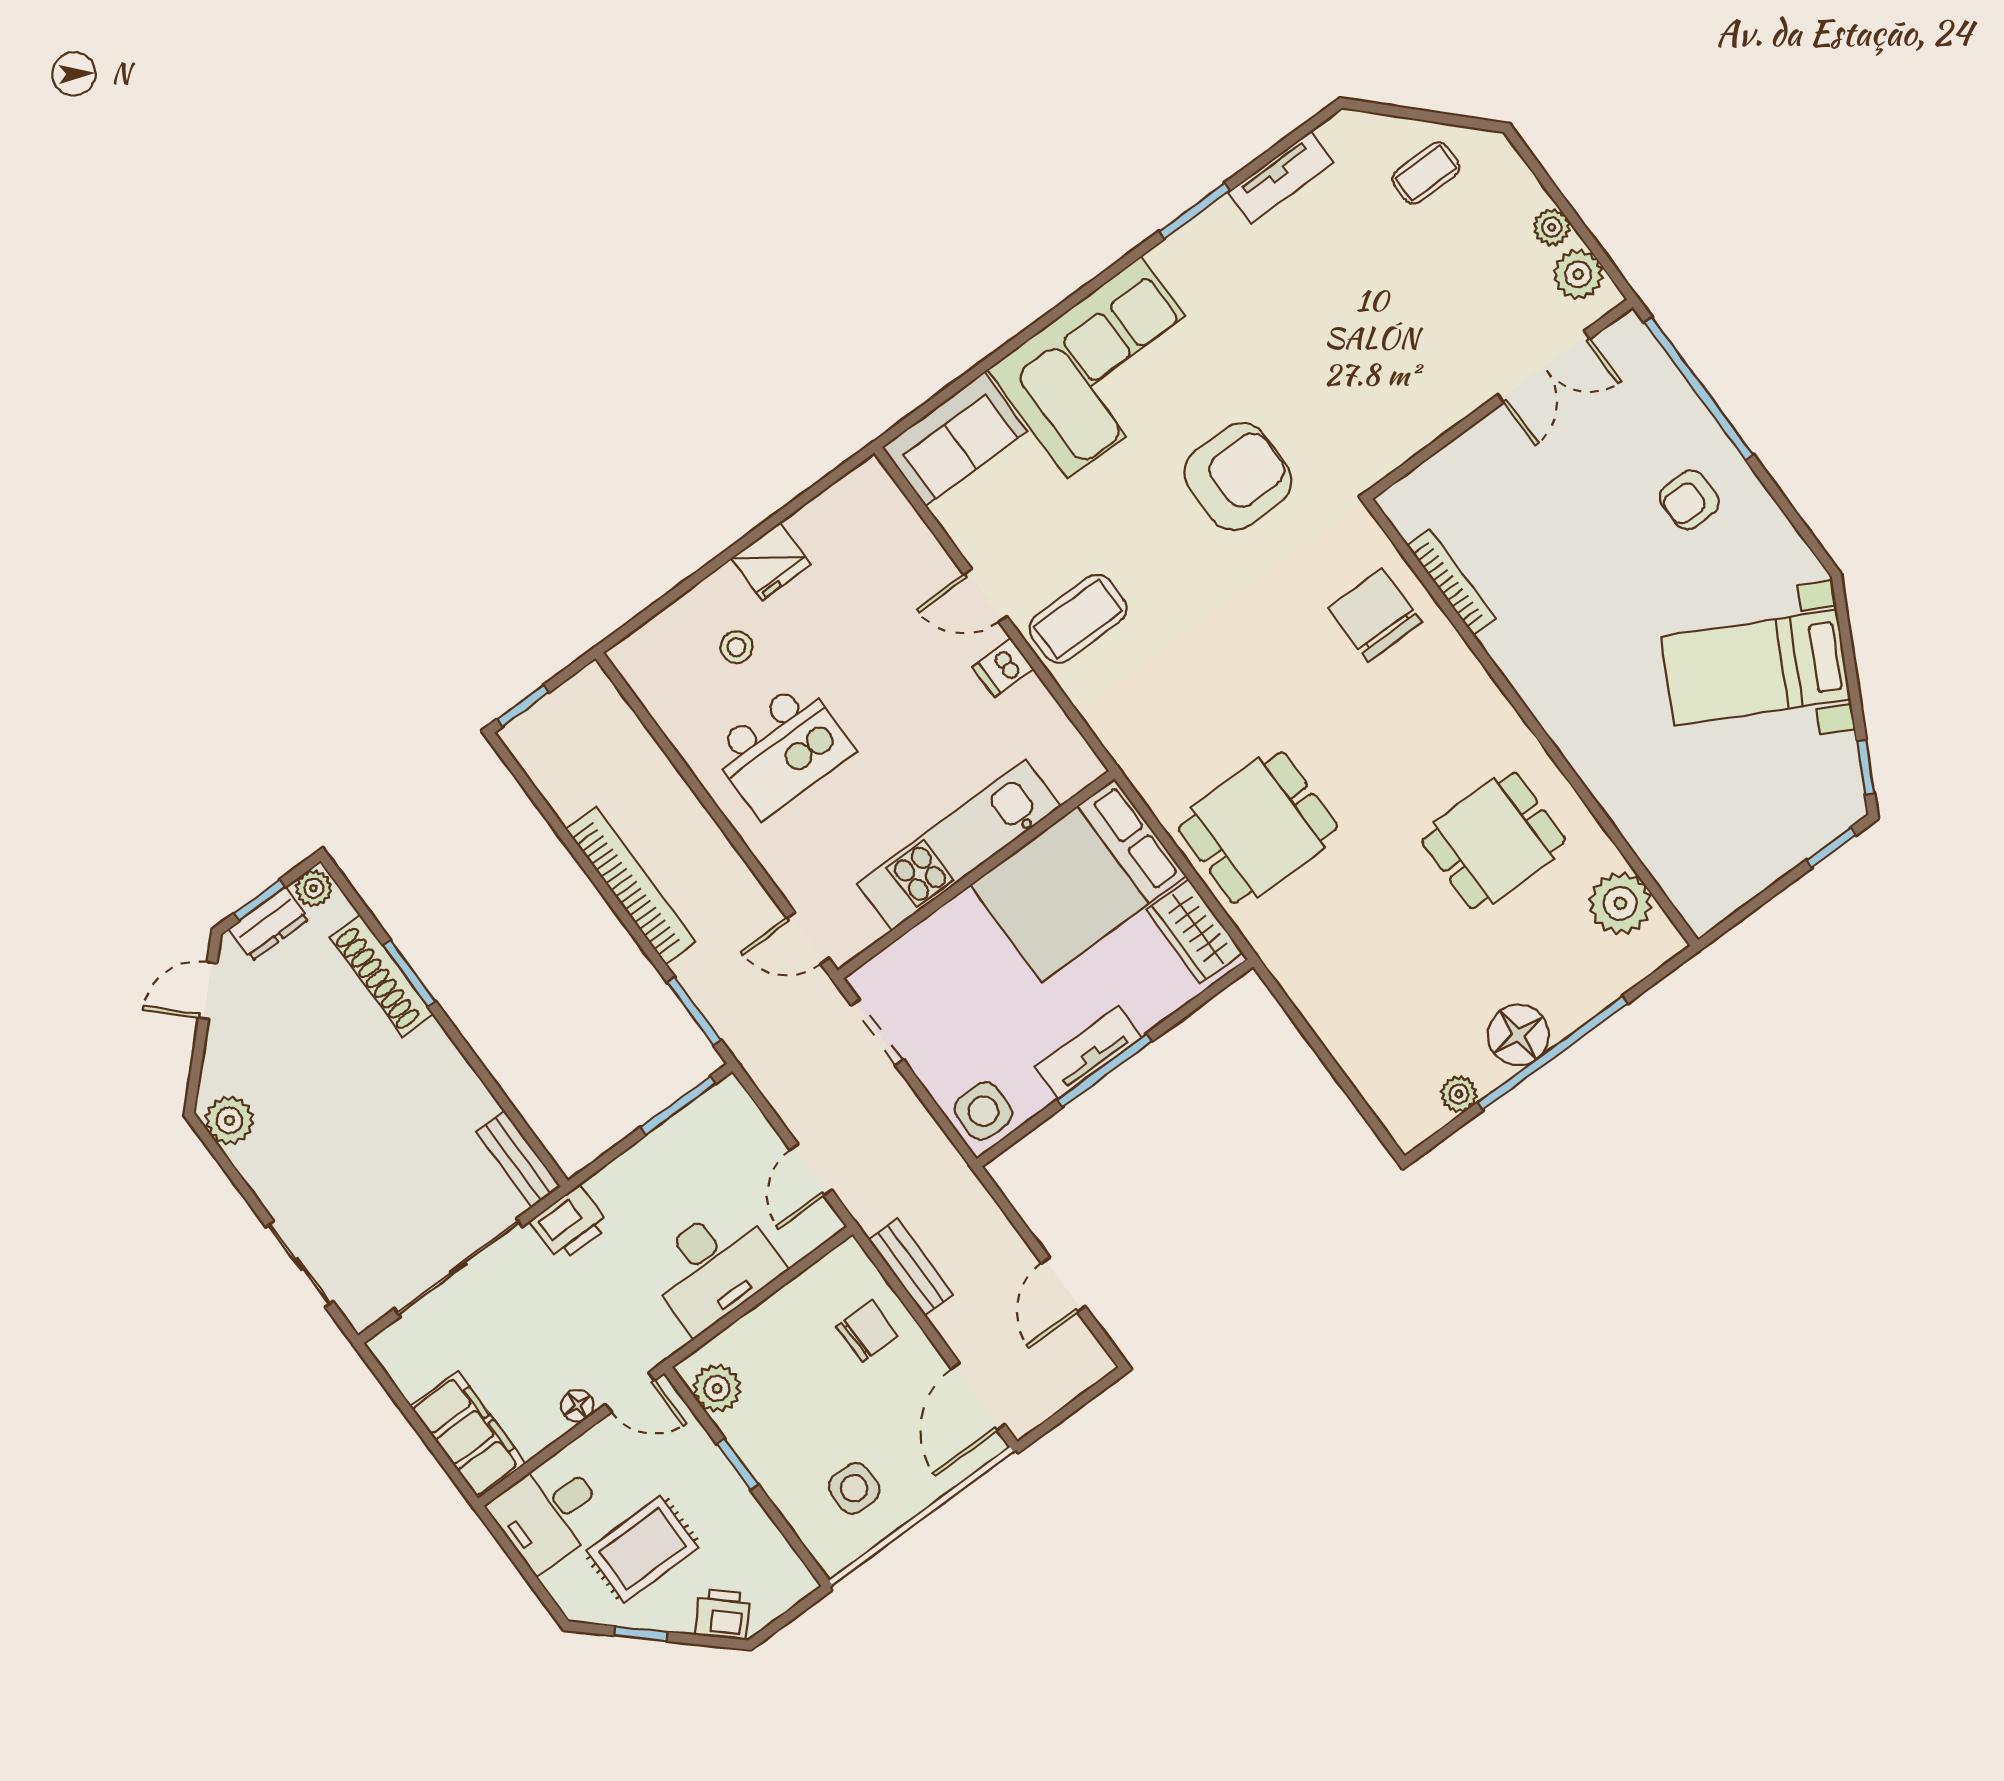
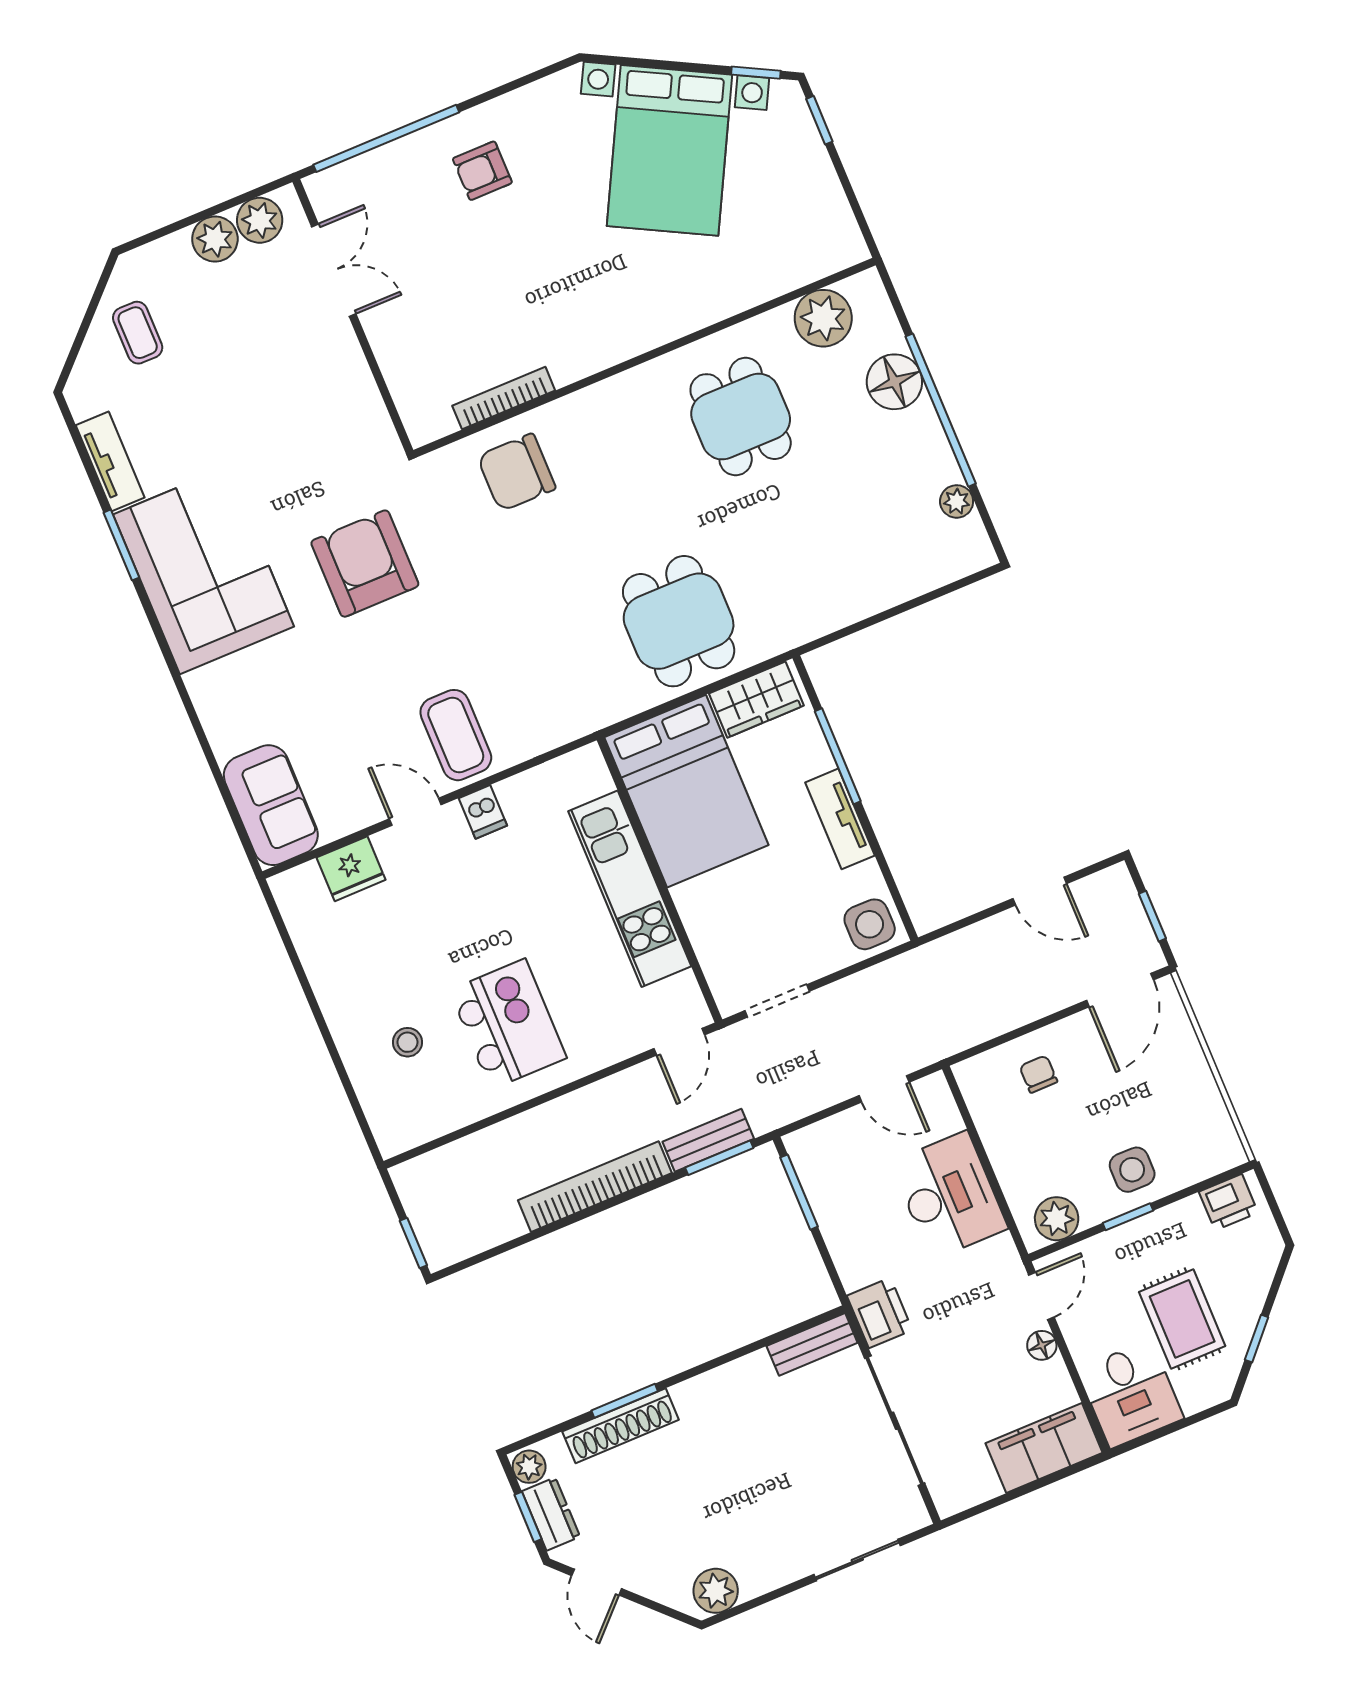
plant: (1552, 227) -> (215, 239), width x1.38, depth x1.38
corner sofa: (1104, 368) -> (204, 570), moved
armchair: (1689, 500) -> (482, 171), turned 90
fridge: (771, 561) -> (351, 869), moved, turned 90
door: (985, 595) -> (415, 812), swing flipped
bed with nightstands: (1756, 668) -> (669, 150), width x1.36
floor lamp: (1518, 1035) -> (894, 382), moved
window: (1104, 1071) -> (838, 756), moved
bench: (911, 1267) -> (708, 1140), moved
chair: (867, 1331) -> (1038, 1074), width x0.73, depth x0.73
door: (978, 1397) -> (1120, 990), hinge flipped
window: (1066, 1412) -> (1152, 916), added
side table: (854, 1488) -> (1132, 1170), moved
printer: (722, 1614) -> (1228, 1202), moved, turned -132

